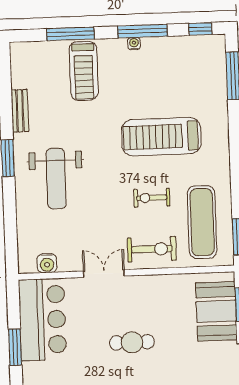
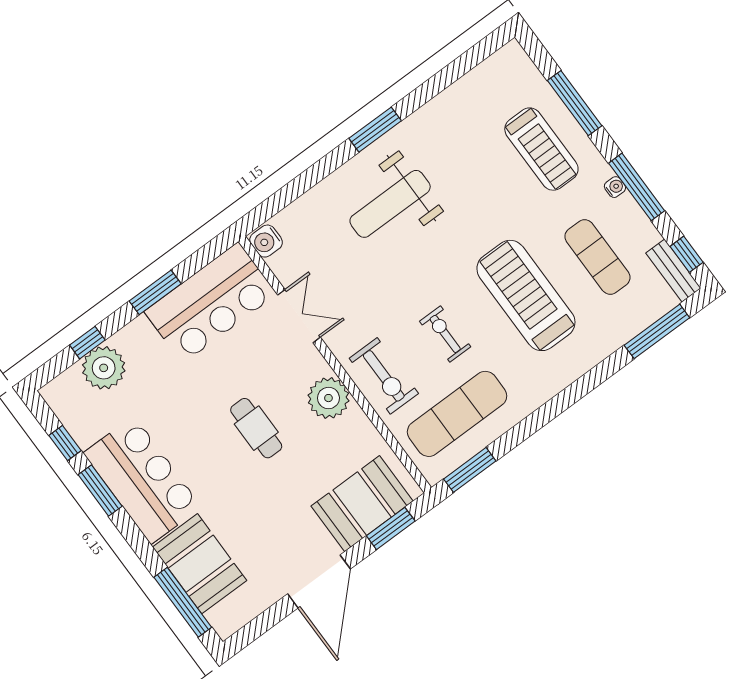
treadmill: (84, 71) -> (541, 149), turned -90
exercise mat: (167, 81) -> (597, 257), added
bench: (20, 111) -> (673, 271), moved, turned 90
water cooler: (47, 263) -> (266, 241), moved
double door: (104, 274) -> (299, 316), moved
plant: (143, 289) -> (328, 398), added

